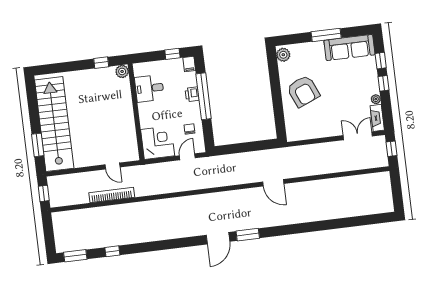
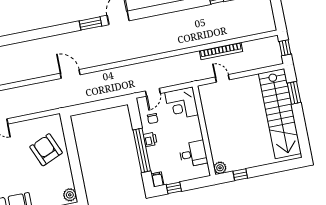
armchair: (303, 91) -> (46, 150), moved
printer: (192, 94) -> (150, 139), moved

